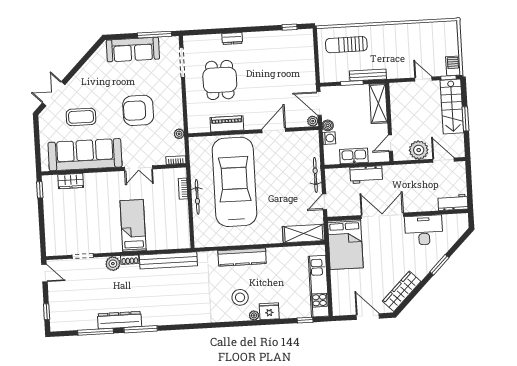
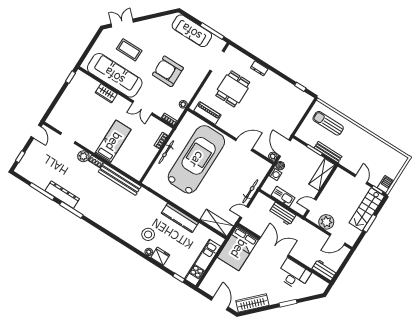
piano: (227, 124) -> (207, 113), moved
door: (444, 160) -> (337, 239), swing flipped
wardrobe: (71, 181) -> (106, 93), moved
kitchen counter: (242, 257) -> (180, 218), moved

